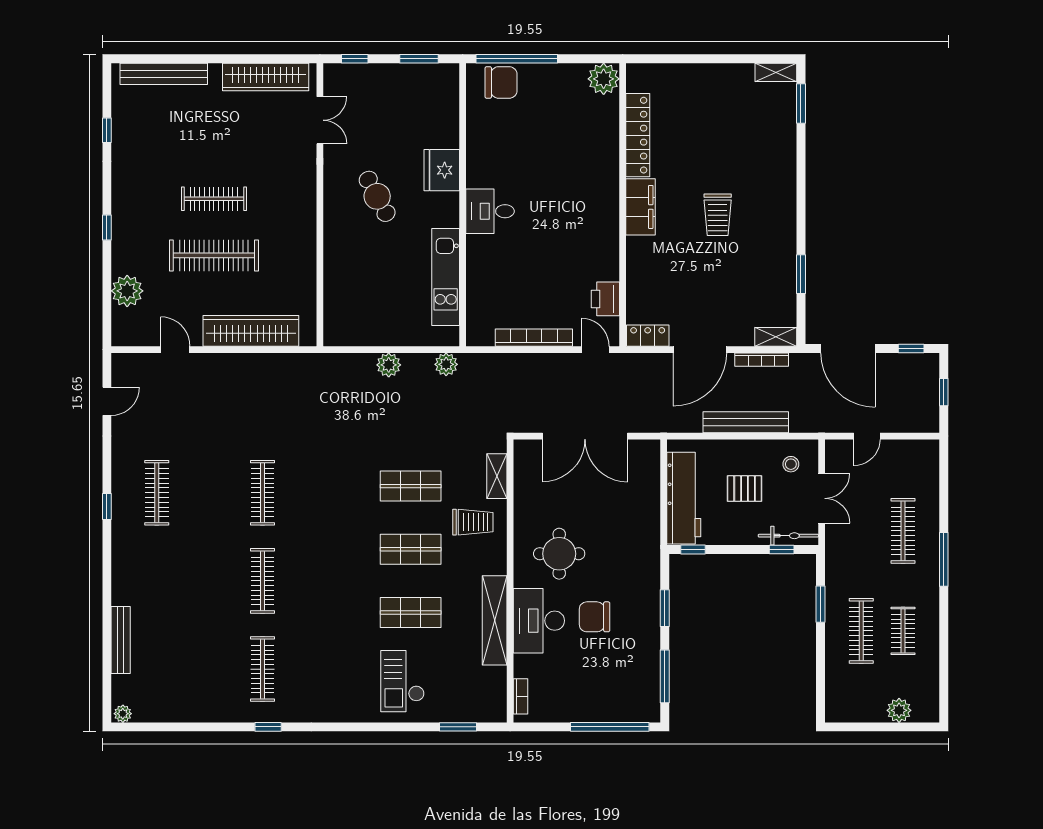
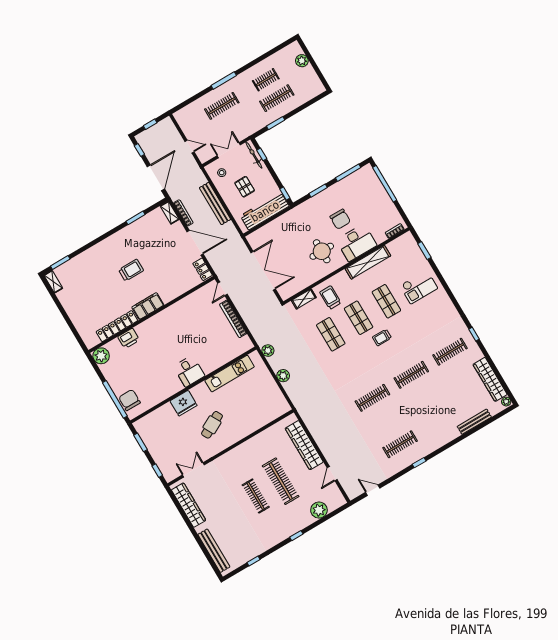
printer: (605, 299) -> (129, 338), moved
trolley: (354, 569) -> (382, 338), added
wardrobe: (176, 709) -> (490, 379), added

